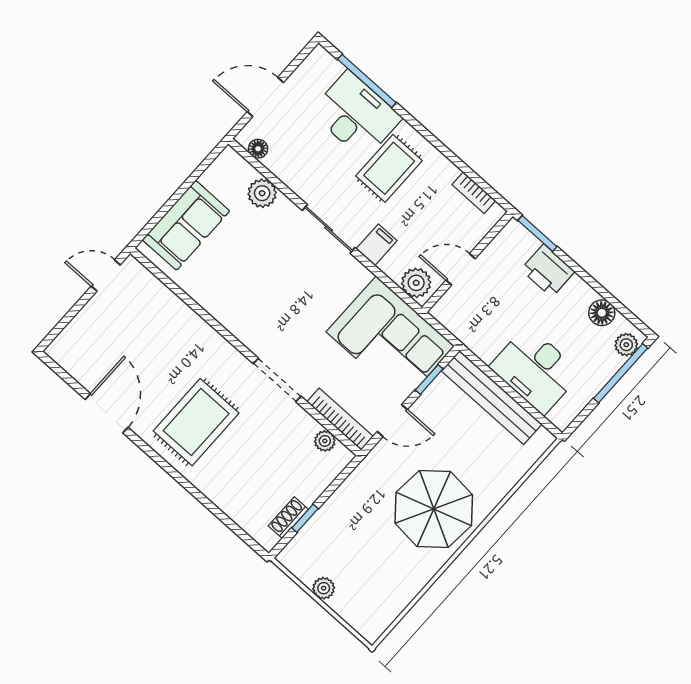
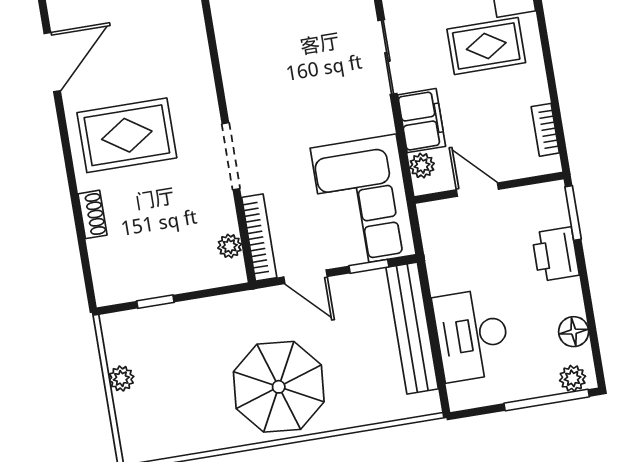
filing cabinet: (377, 245) -> (422, 121), width x2.00
plant: (416, 283) -> (422, 166), width x0.73, depth x0.73
shoe rack: (288, 518) -> (92, 214), moved, turned 90

